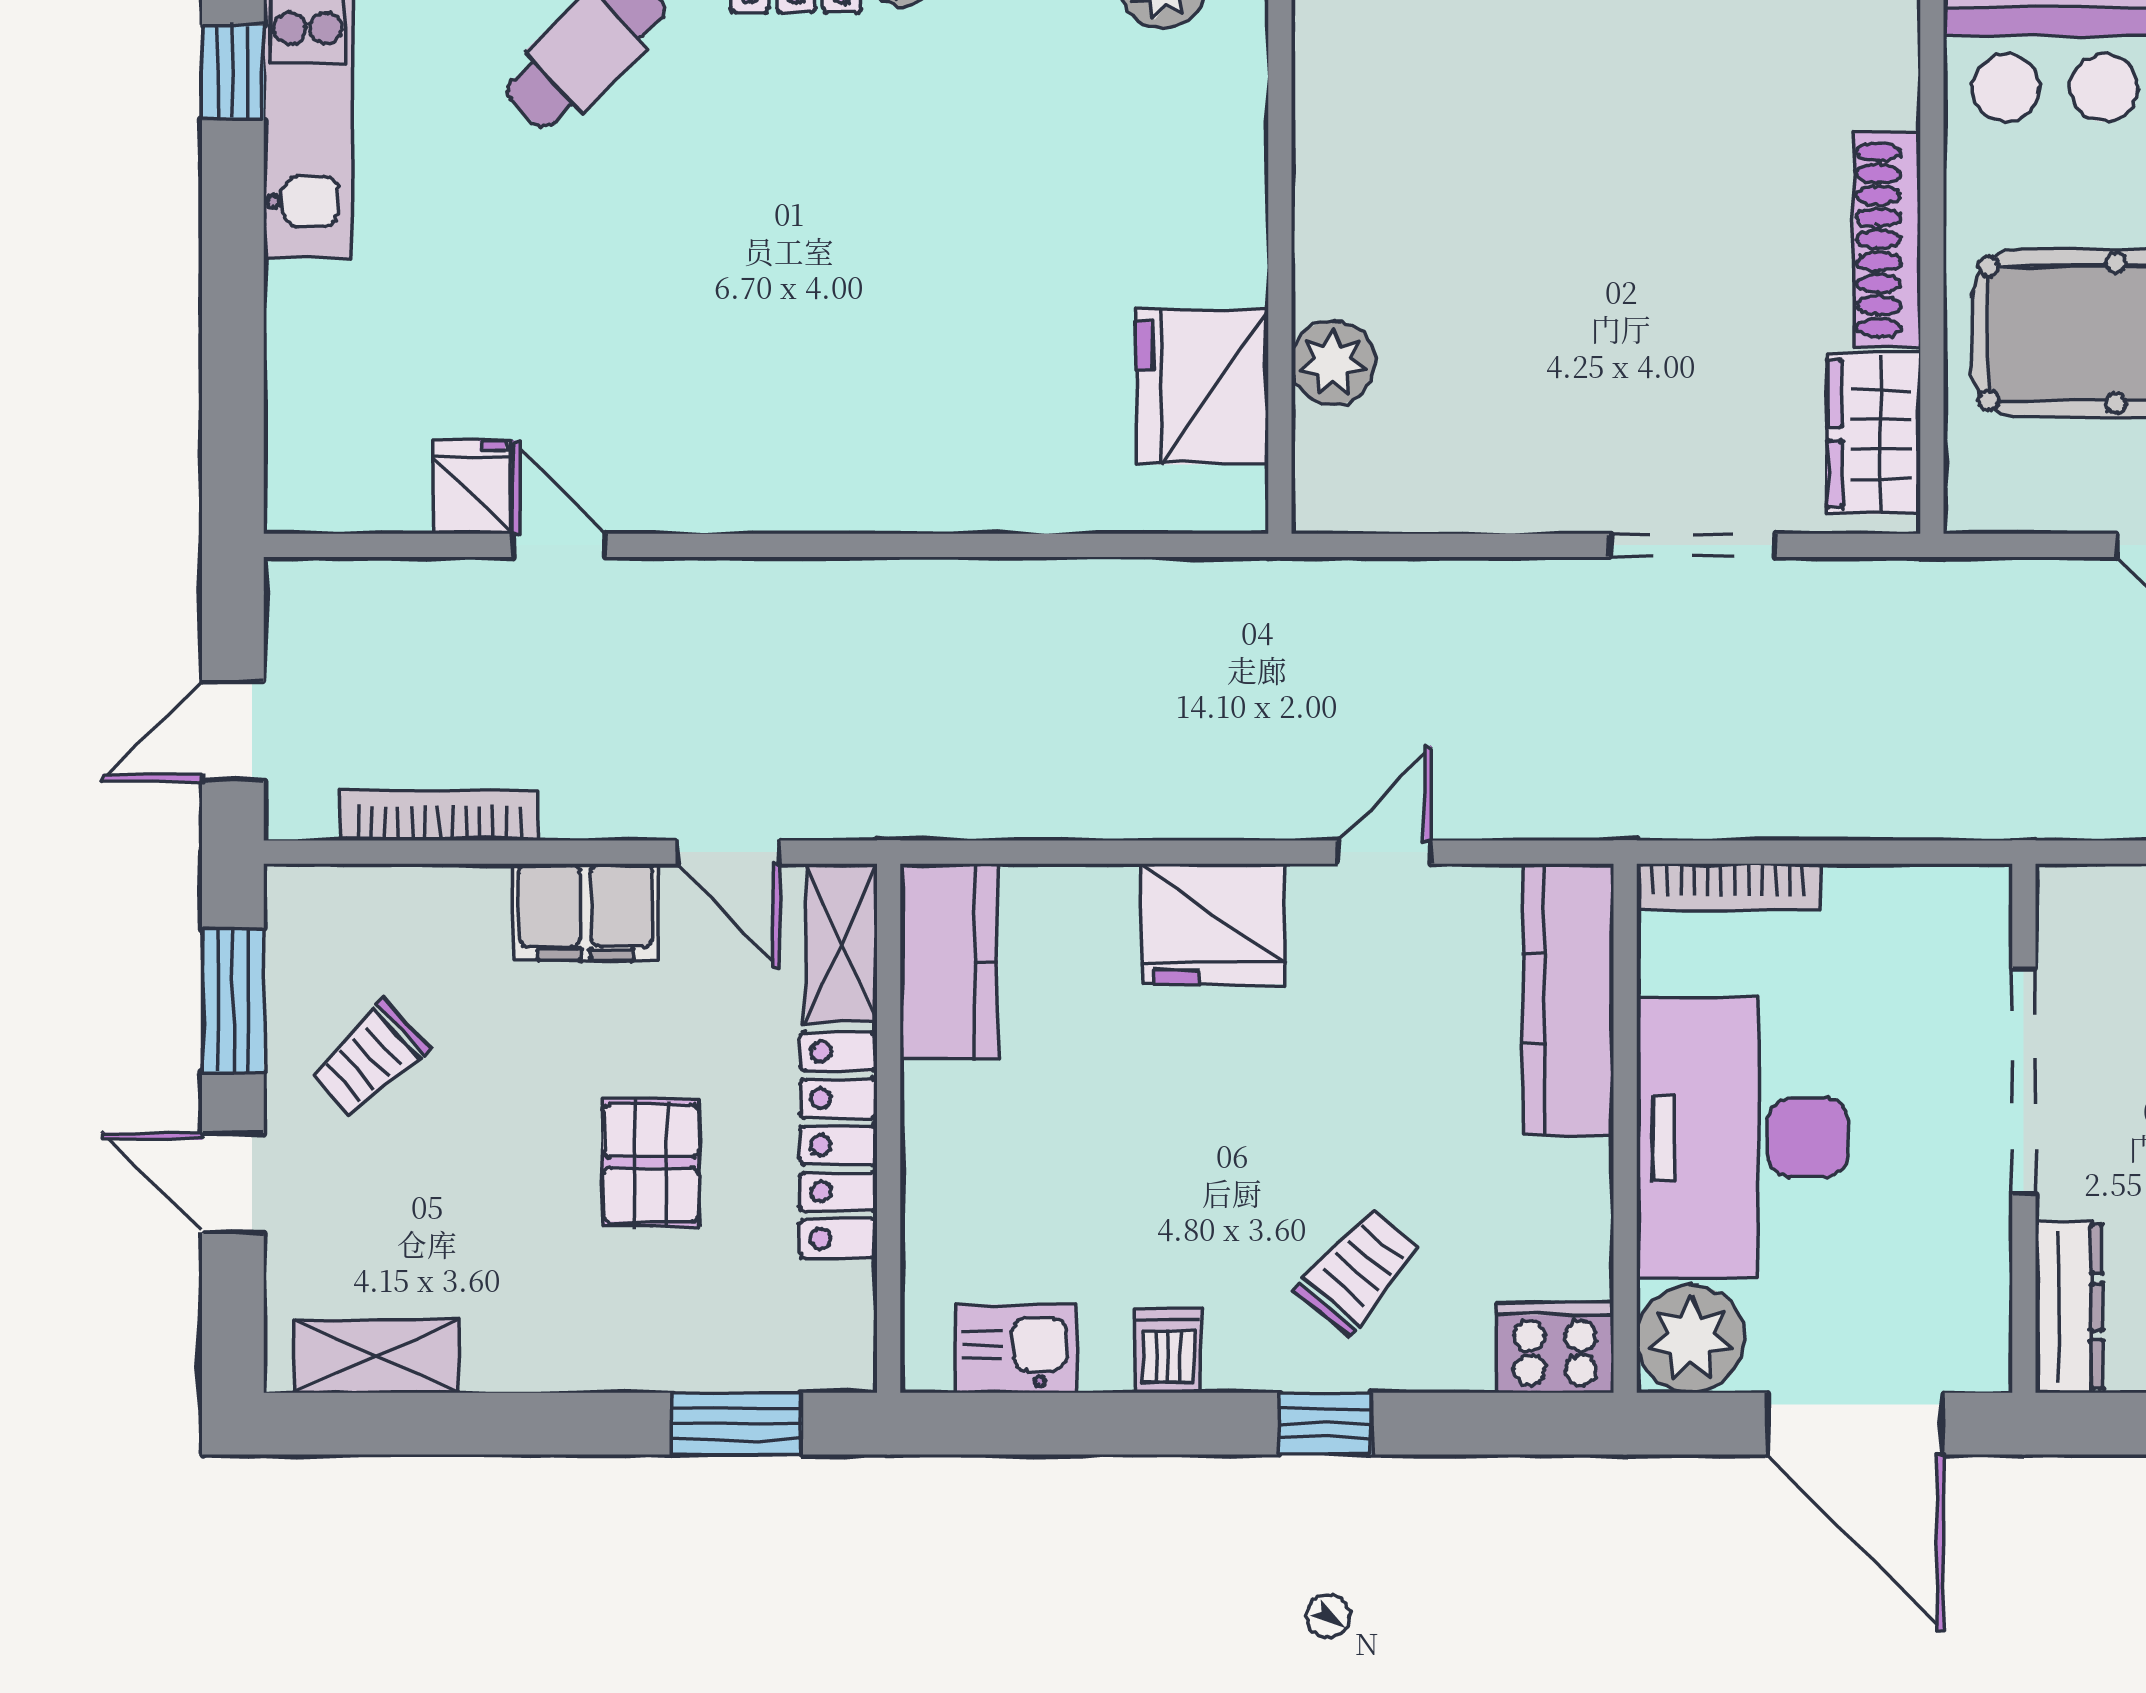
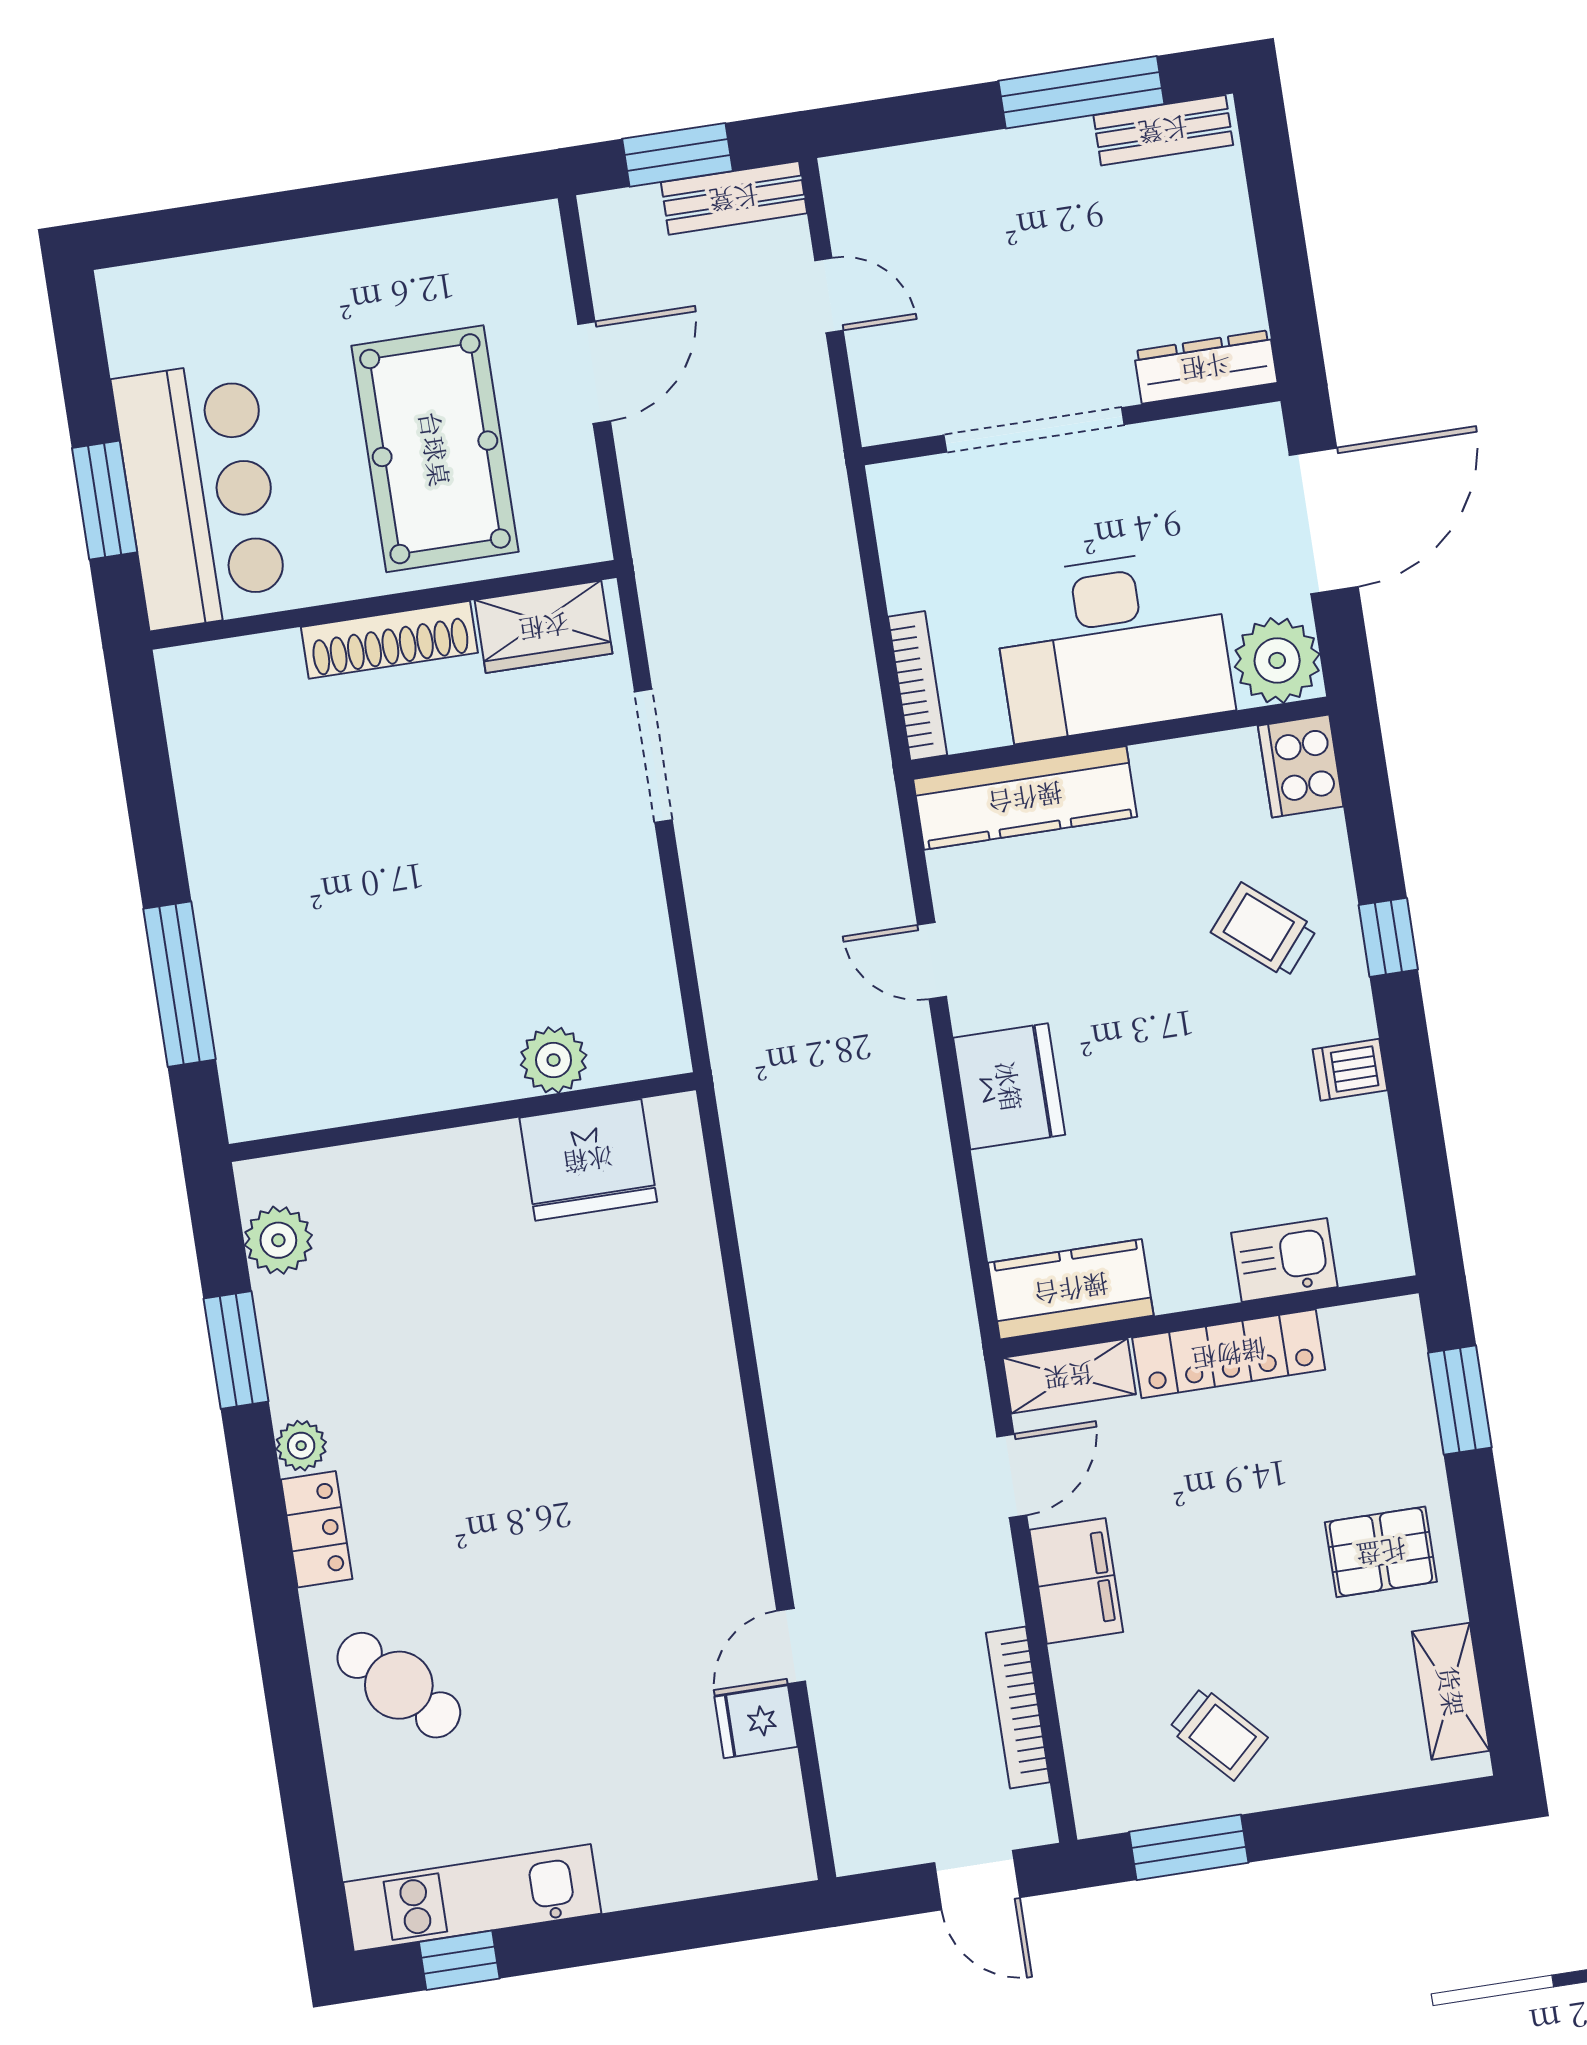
pallet: (651, 1163) -> (1381, 1552), moved
door: (233, 1183) -> (1332, 1825), removed
kitchen sink: (1015, 1349) -> (1284, 1260), moved, turned 90

